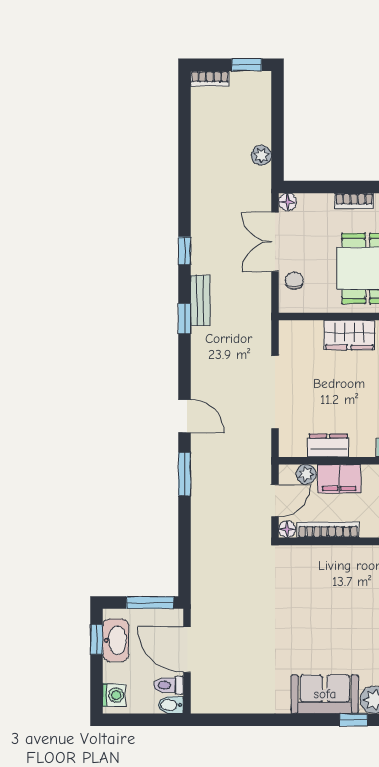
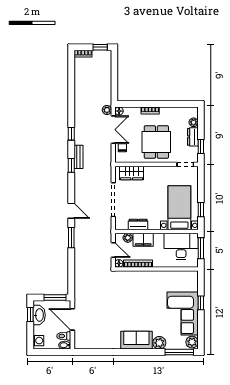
plant: (261, 155) -> (107, 110), moved
double door: (275, 242) -> (113, 130), swing flipped
wardrobe: (349, 335) -> (132, 173), moved
door: (275, 501) -> (113, 250), hinge flipped
window: (354, 720) -> (150, 352), removed

